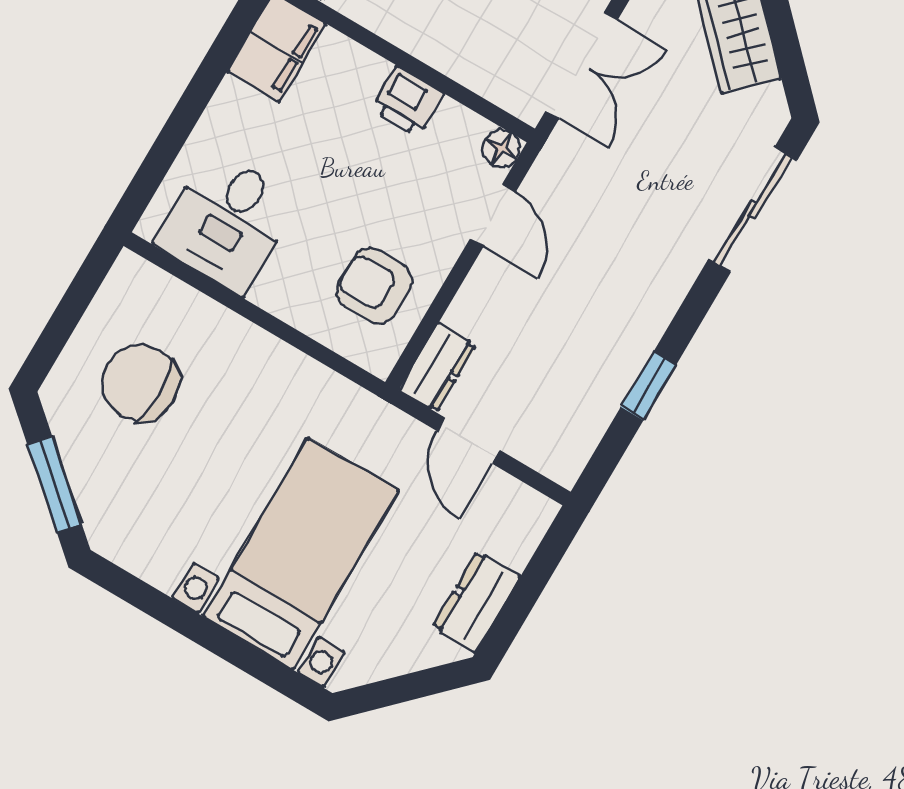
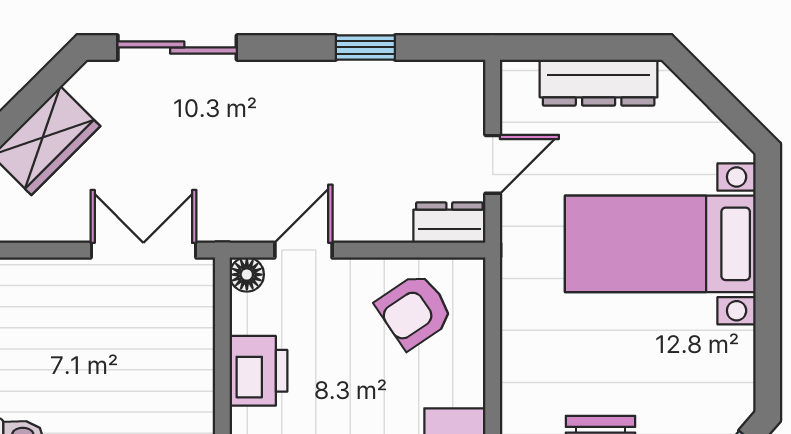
printer: (408, 101) -> (258, 371), width x1.36, depth x1.24
armchair: (374, 286) -> (414, 311), turned 56
dresser: (476, 602) -> (599, 83), width x1.44

